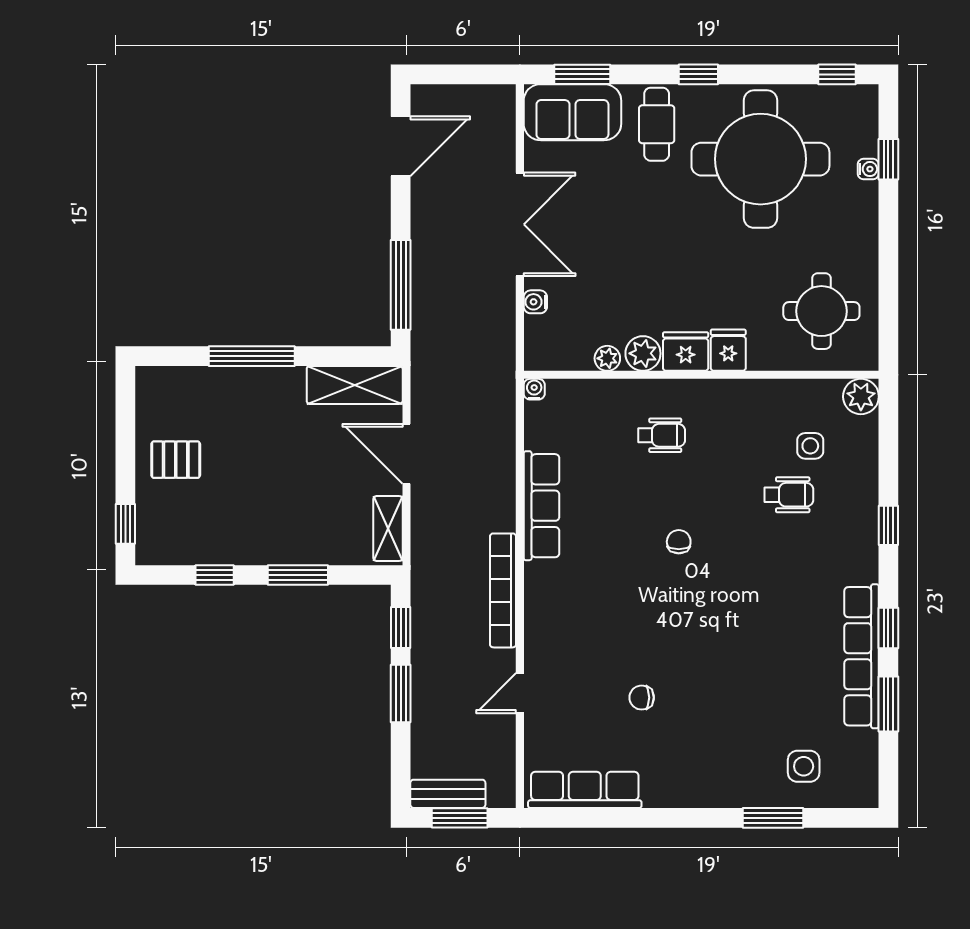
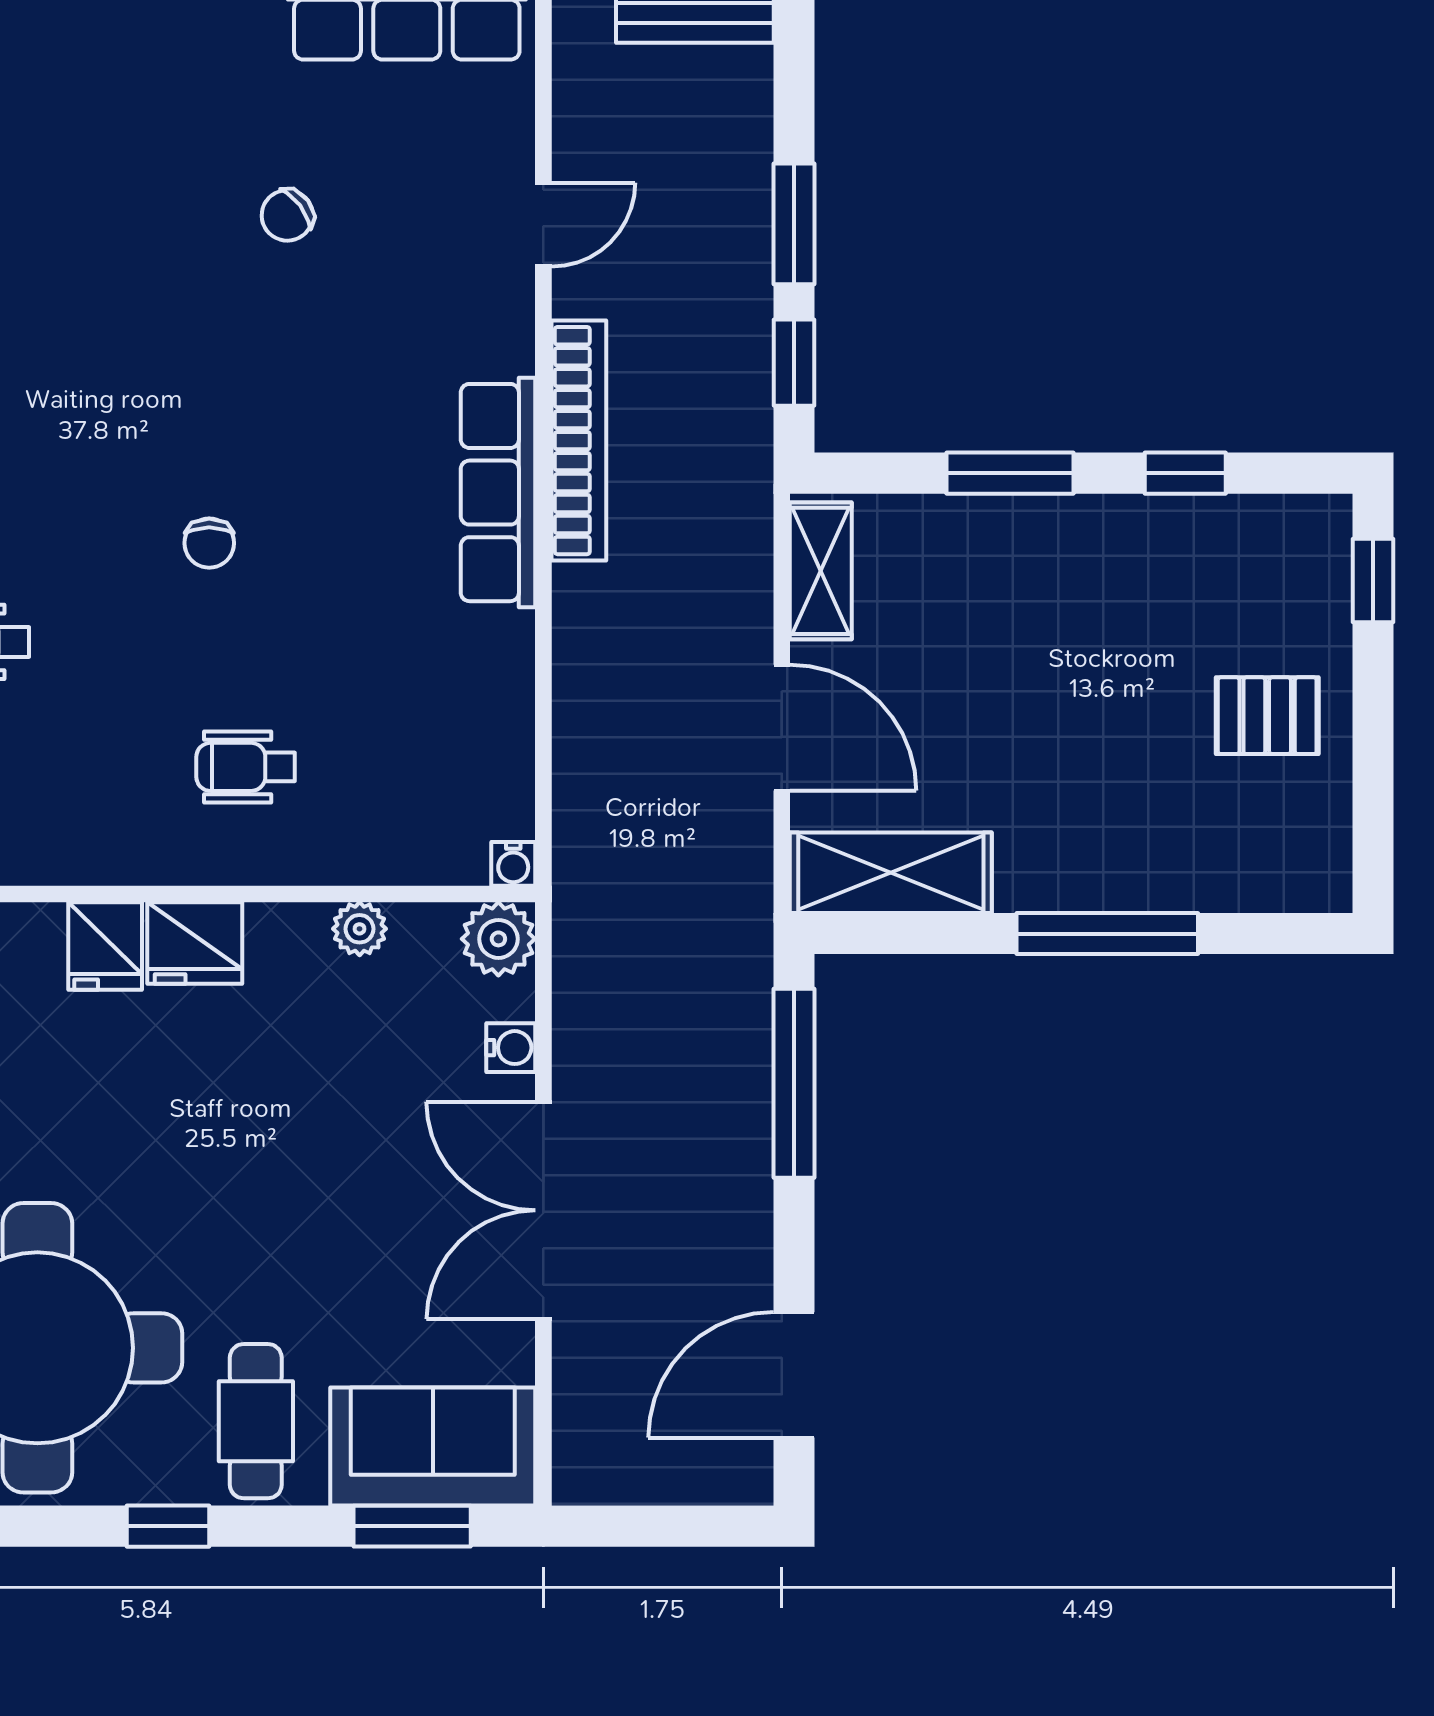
plant: (643, 353) -> (498, 939), moved
row of seats: (541, 506) -> (498, 493), moved
chair: (642, 698) -> (287, 215), turned 143

